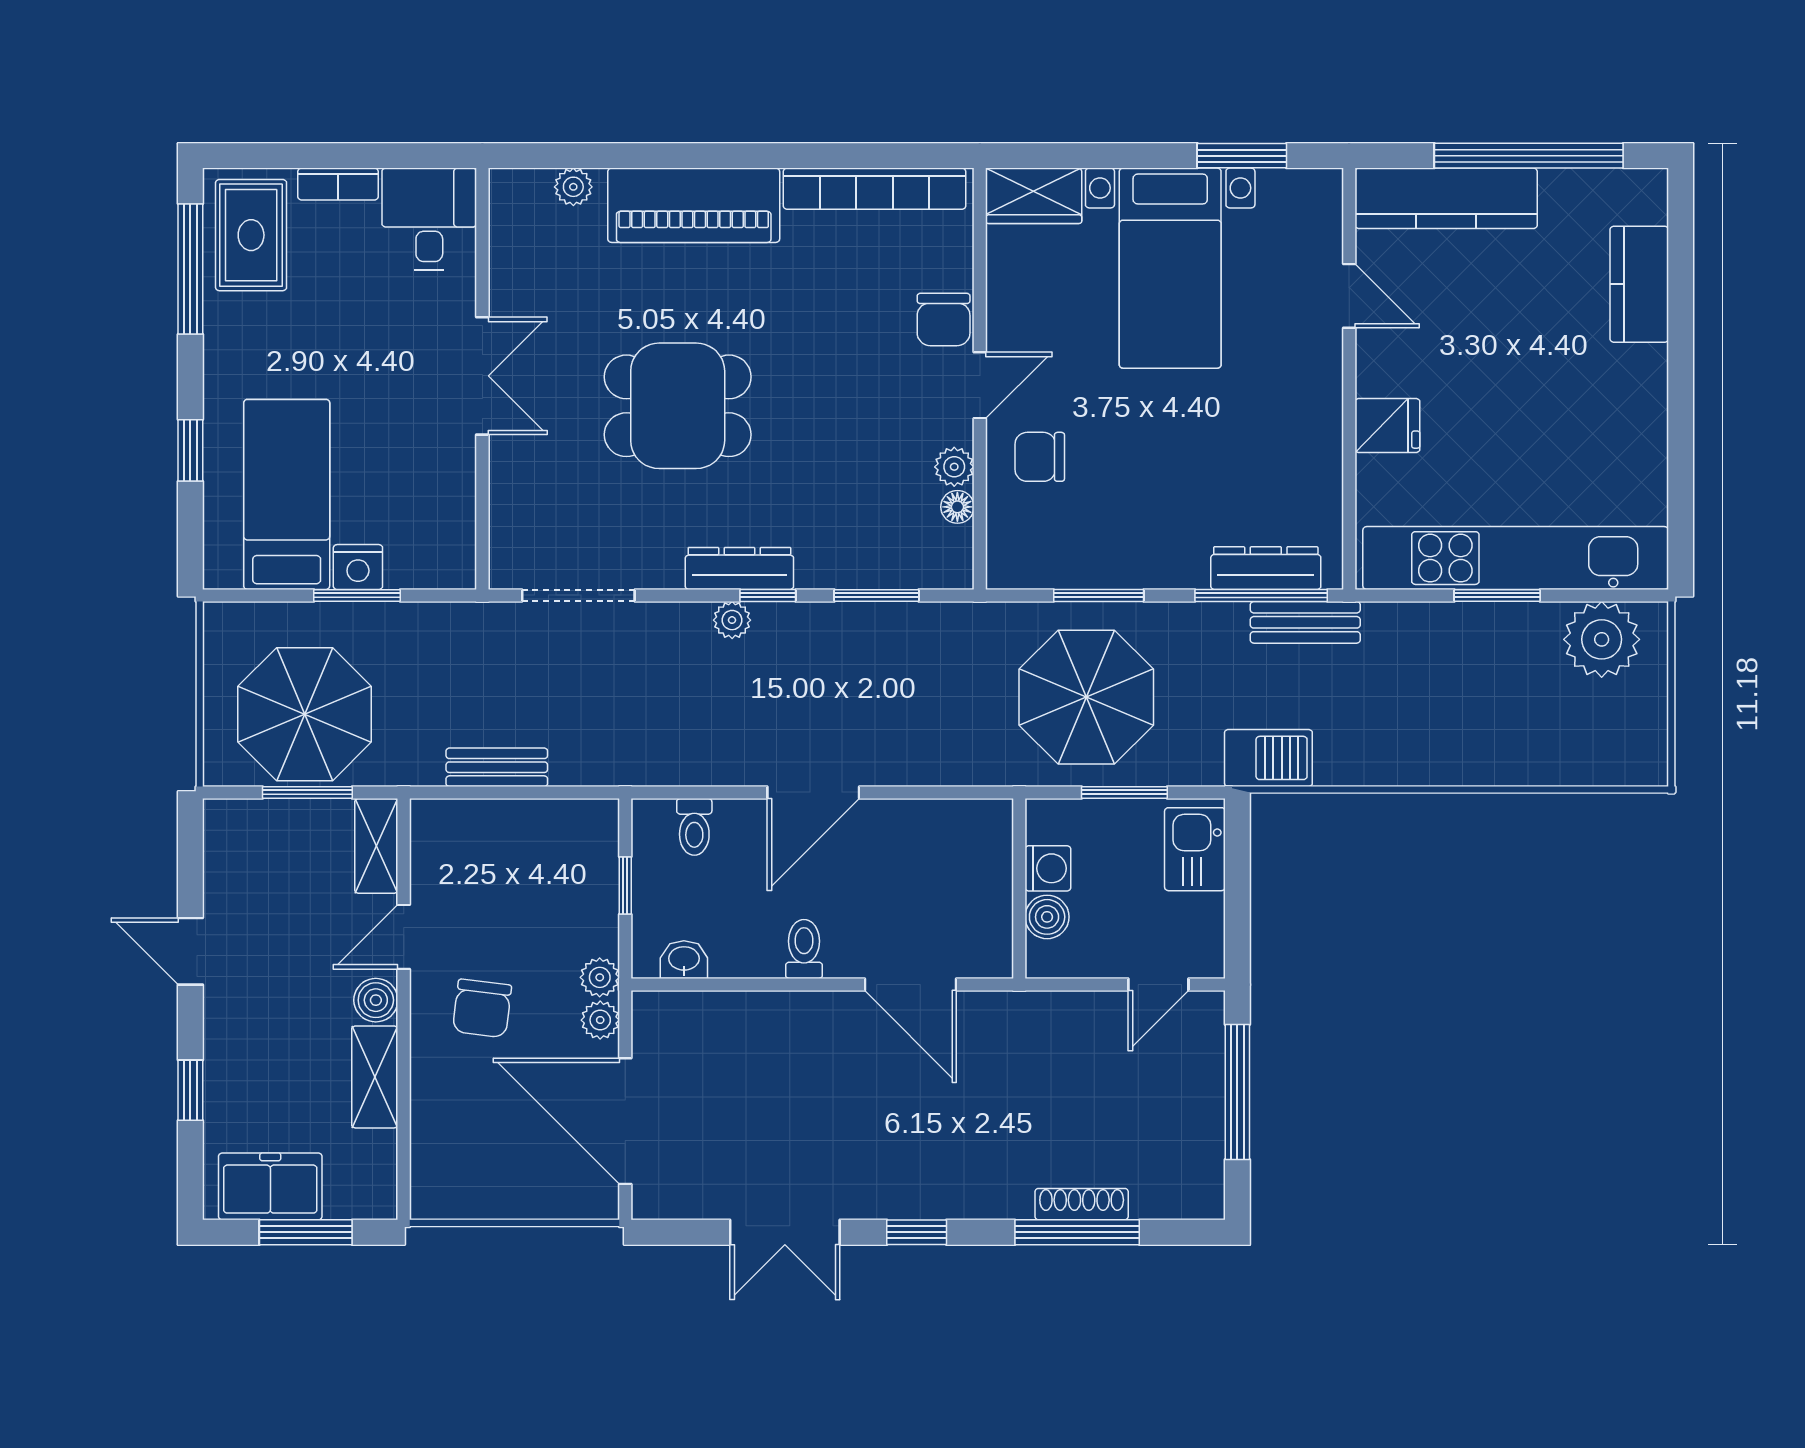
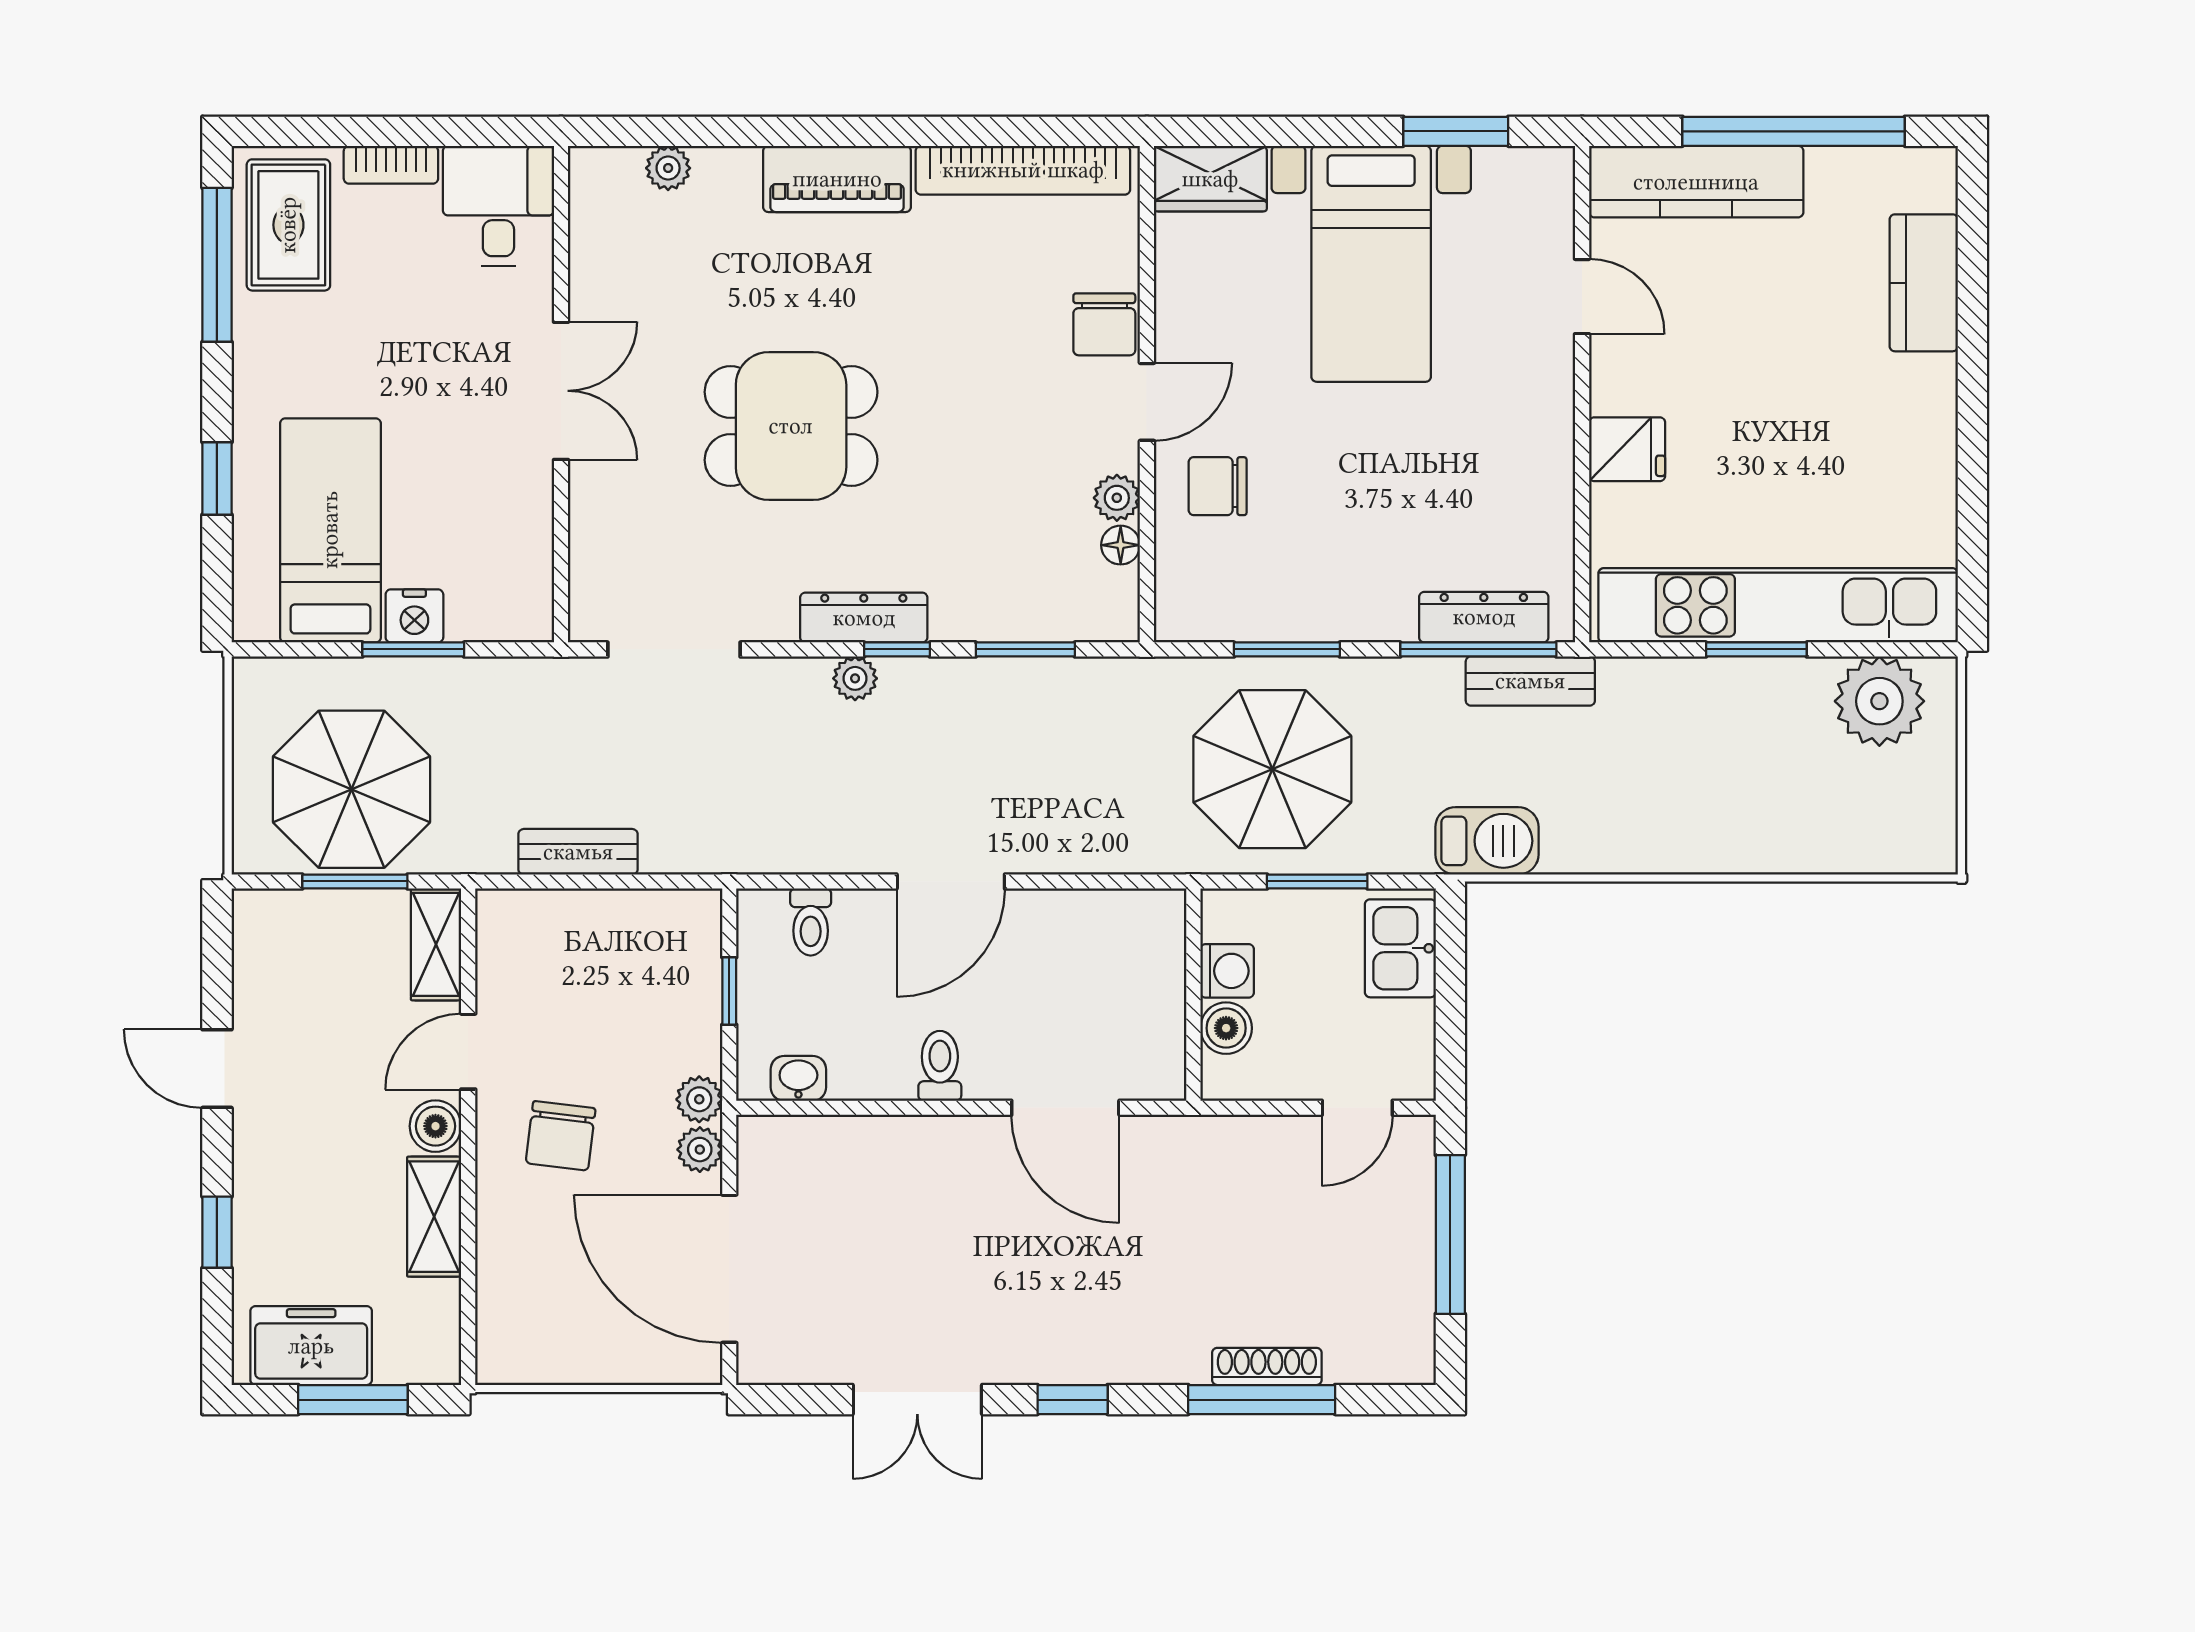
piano: (694, 205) -> (837, 179), width x0.73, depth x0.75

